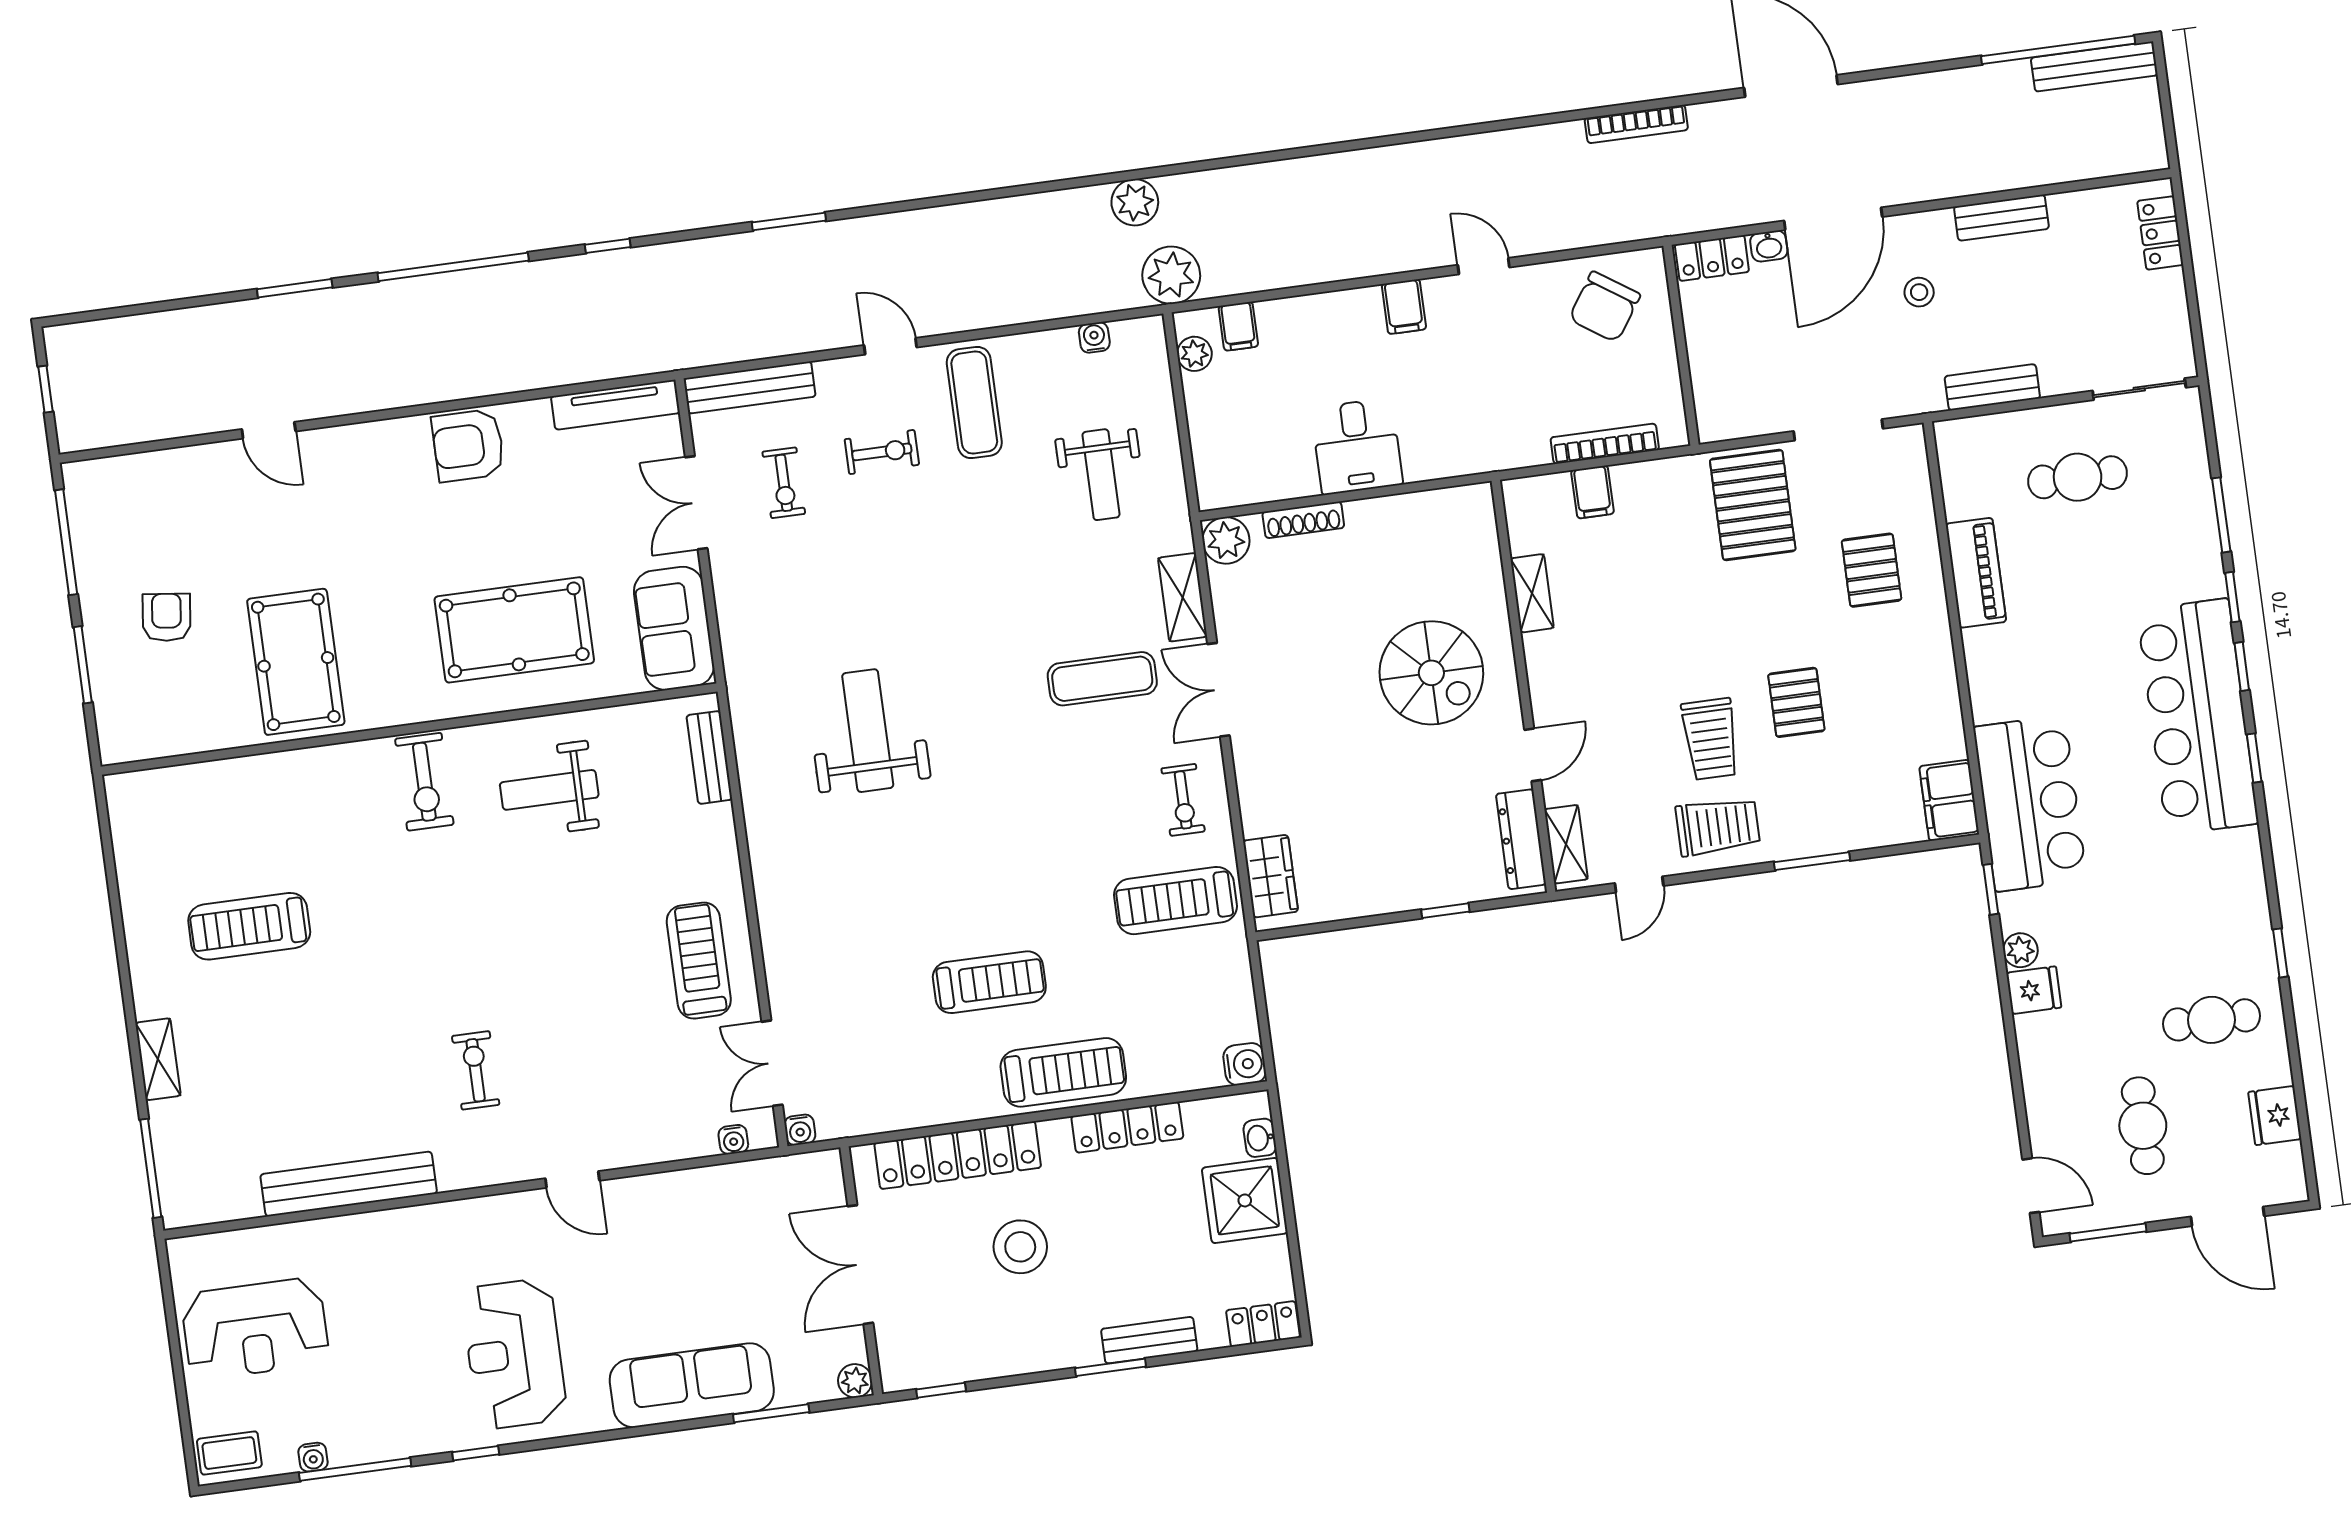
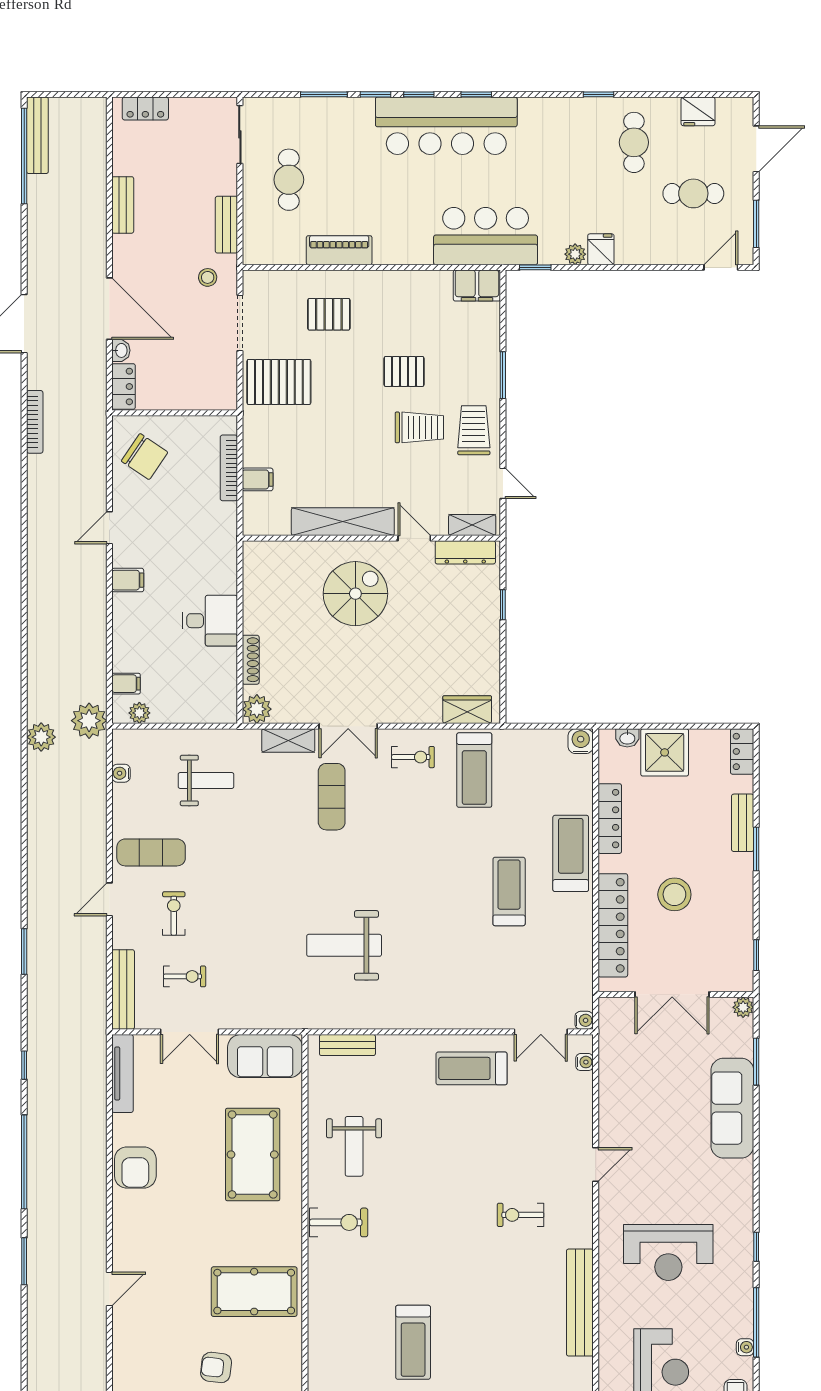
stool: (1919, 292) -> (208, 277), moved
shelving: (1532, 593) -> (343, 522), width x2.20, depth x1.33
reception desk: (514, 1354) -> (668, 1252), moved

